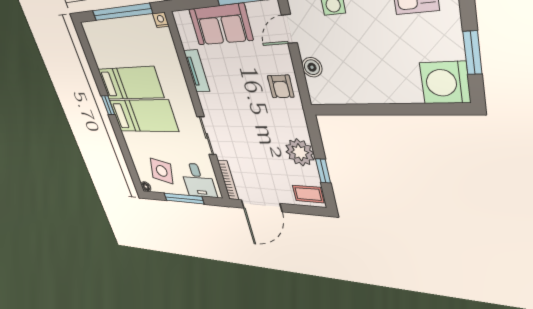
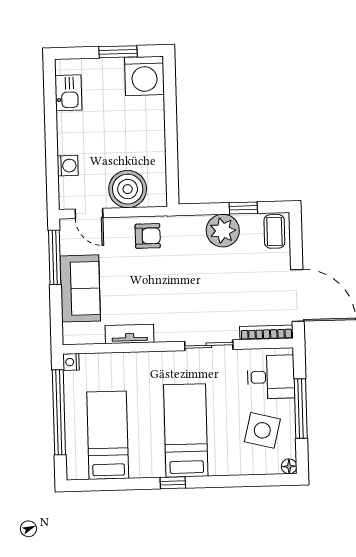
boiler: (312, 67) -> (128, 189), width x1.86, depth x1.86
bed: (130, 83) -> (108, 435), moved

